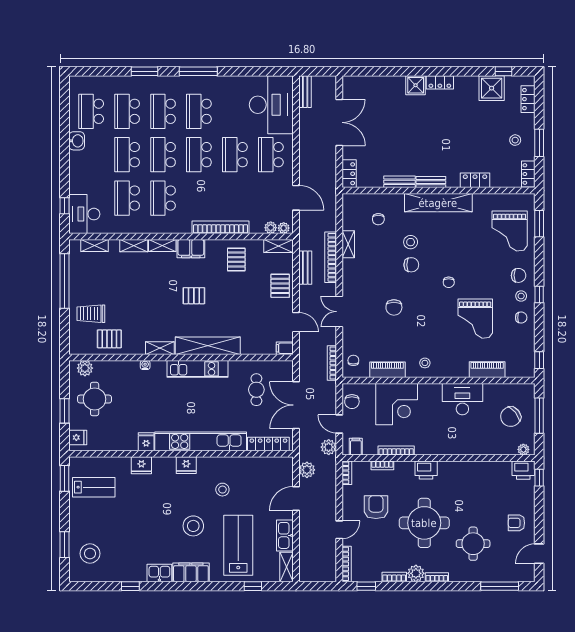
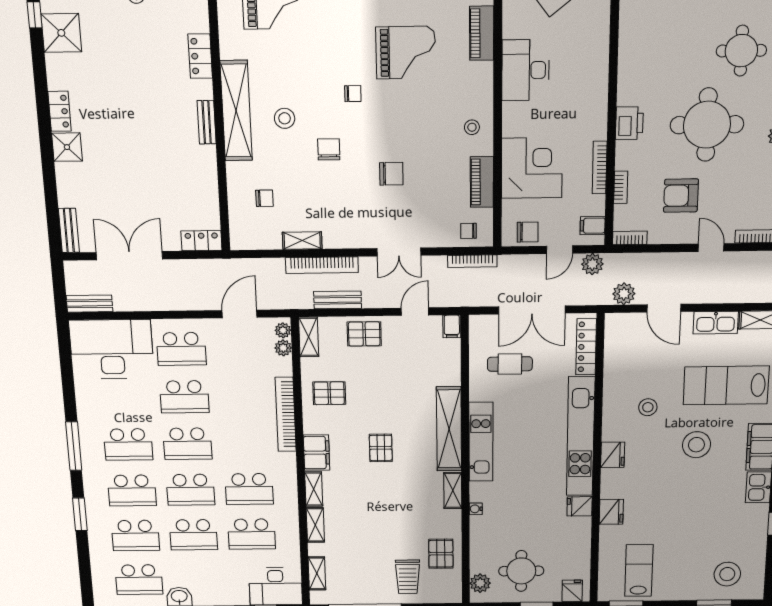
bench: (399, 182) -> (69, 230), moved
stool: (411, 242) -> (285, 118), moved

